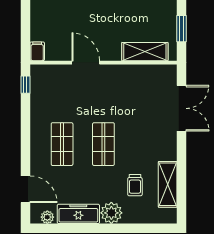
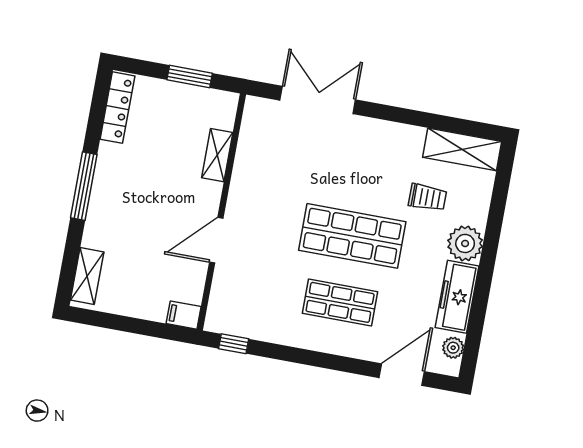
shelving: (145, 52) -> (217, 155), width x0.67, depth x0.75
shop shelf: (103, 144) -> (352, 236), width x1.43, depth x1.36
shelving: (168, 184) -> (462, 149), moved

